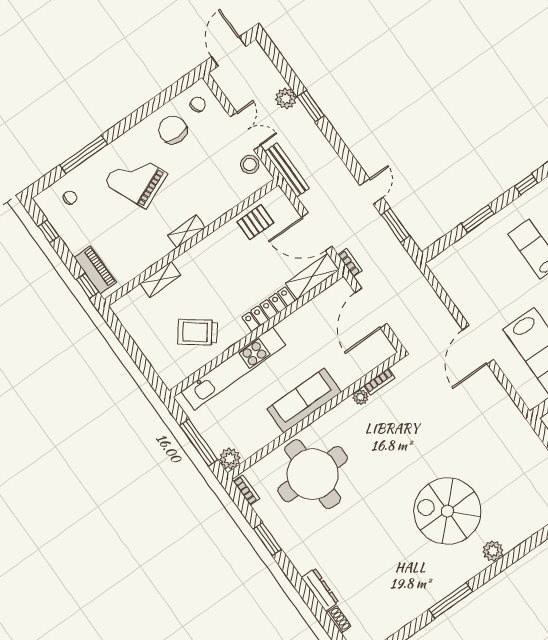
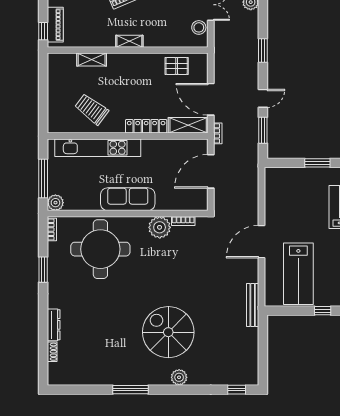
window: (311, 106) -> (263, 50), moved
bench: (287, 170) -> (253, 305), moved
plant: (361, 397) -> (160, 227), width x1.88, depth x1.88

